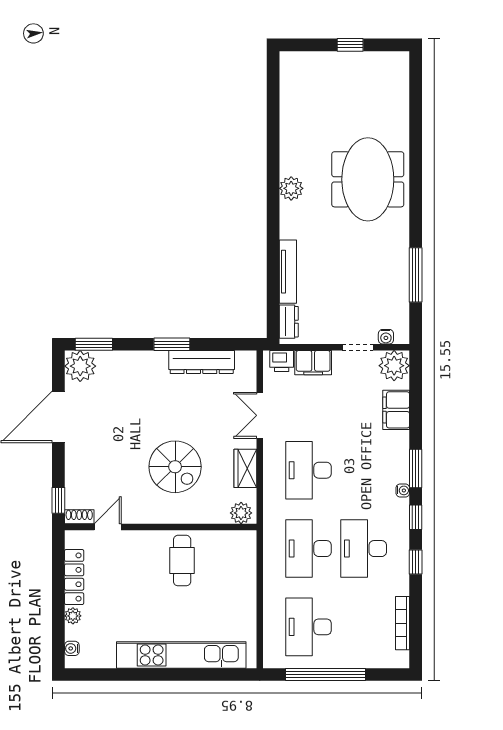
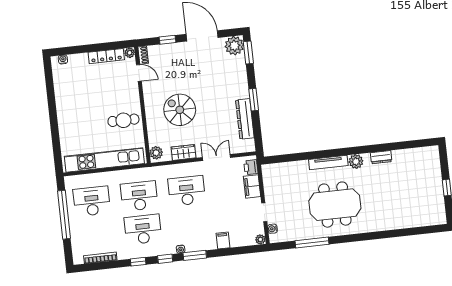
meeting table: (368, 179) -> (335, 205), moved
tv unit: (288, 272) -> (328, 162), moved
dresser: (289, 322) -> (381, 157), moved
plant: (394, 366) -> (260, 239), width x0.53, depth x0.53
filing cabinet: (396, 410) -> (223, 240), width x0.50
spiral stairs: (175, 467) -> (180, 110), turned 90
window: (58, 500) -> (168, 40), moved
plant: (73, 616) -> (130, 53), moved
kitchen unit: (181, 655) -> (104, 160), moved, turned -90

